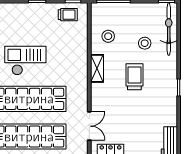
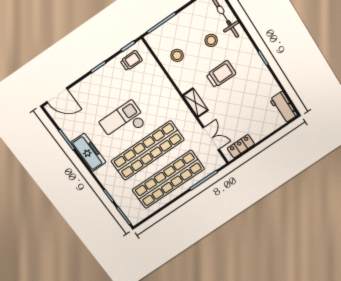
shelving: (97, 68) -> (196, 103), moved
trolley: (134, 77) -> (221, 74), turned 90

